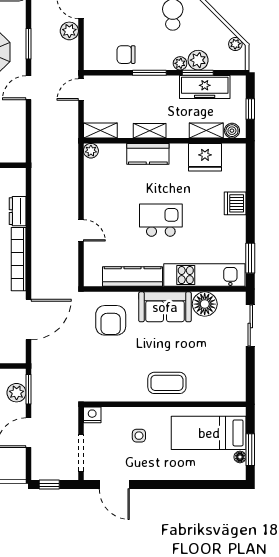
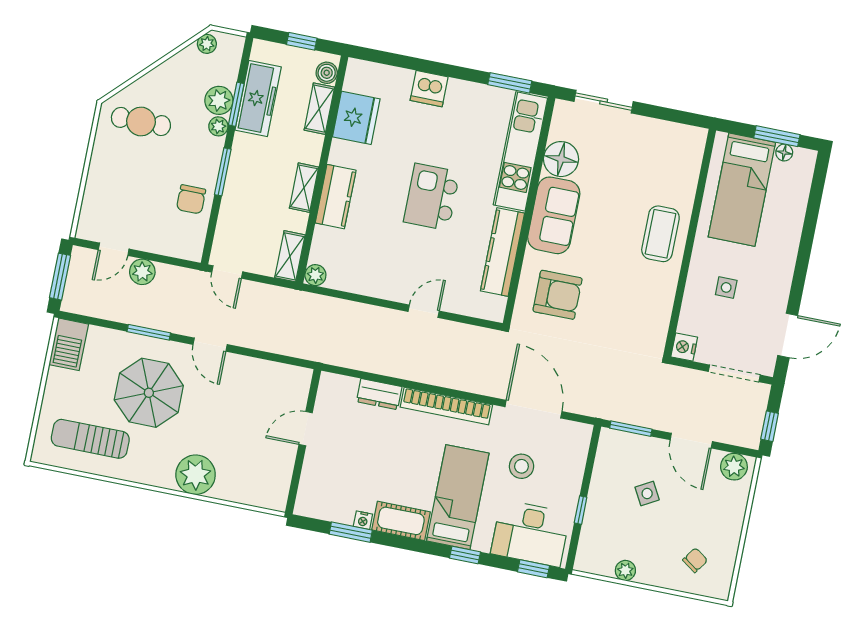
plant: (17, 393) -> (734, 467), moved

